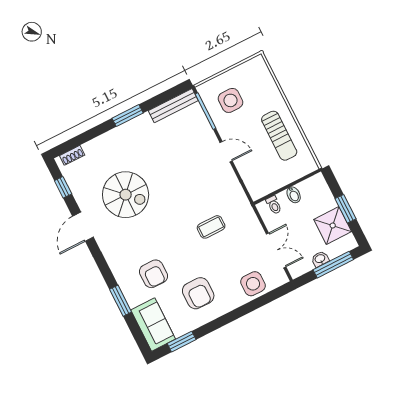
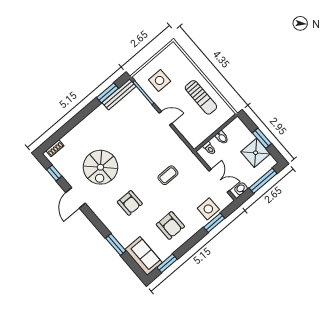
window: (128, 116) -> (107, 93), moved
spiral stairs: (126, 195) -> (100, 167), turned 90
washbasin: (320, 259) -> (241, 189), moved
armchair: (154, 274) -> (130, 203), moved
window: (256, 304) -> (214, 223), added

